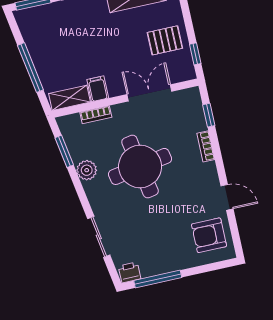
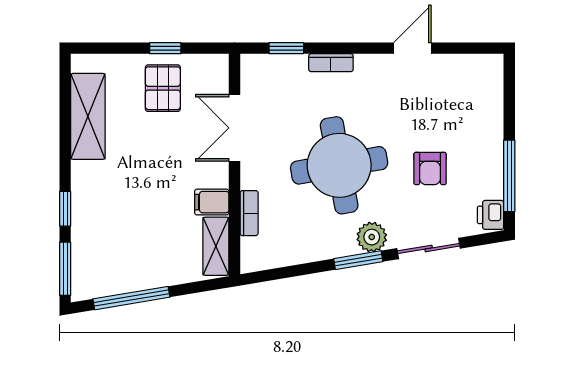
window: (195, 54) -> (165, 48), moved
window: (30, 68) -> (131, 298), moved
window: (64, 151) -> (358, 260), moved
plant: (87, 170) -> (372, 237), moved
armchair: (209, 235) -> (430, 168), moved, width x0.72, depth x0.72

